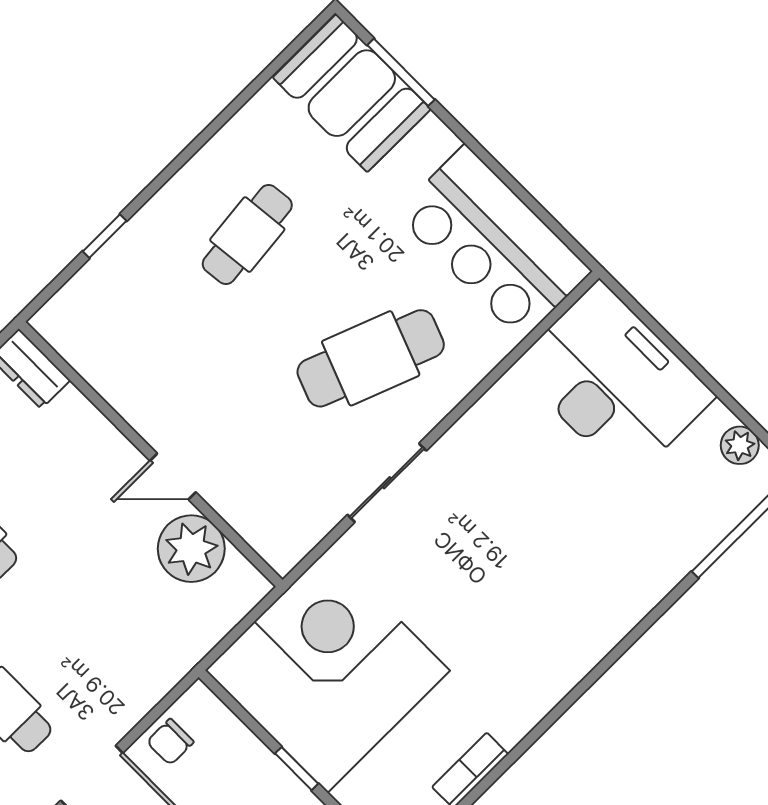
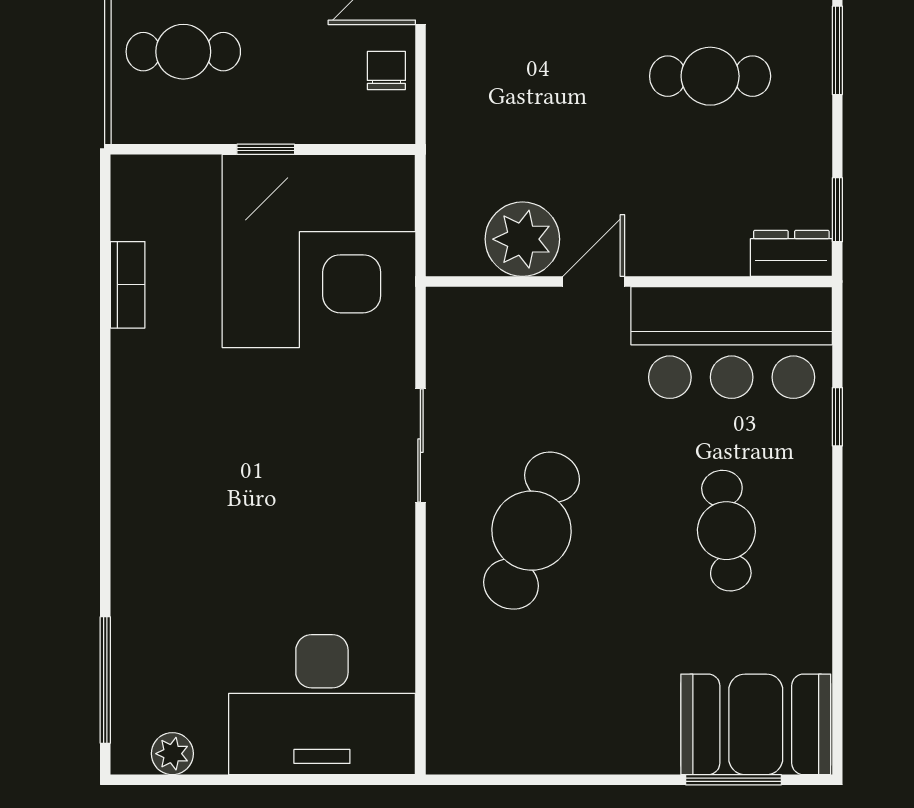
bar counter: (493, 242) -> (732, 343), moved, turned 180

